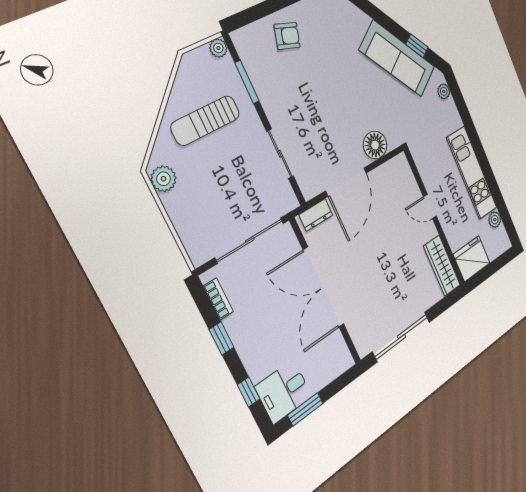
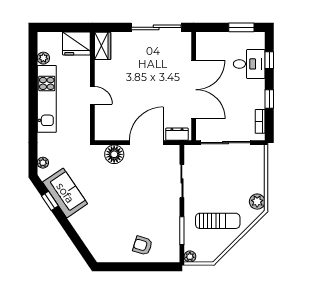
sofa: (398, 58) -> (65, 193), width x0.73
wardrobe: (442, 266) -> (103, 46), width x0.67
desk: (284, 392) -> (249, 64), moved

